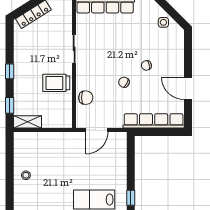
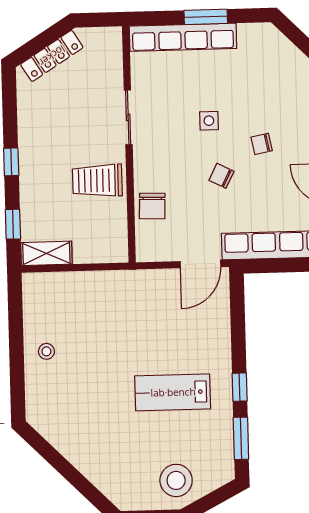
side table: (163, 22) -> (209, 121), moved
chair: (86, 98) -> (152, 206), turned 92
door: (97, 130) -> (200, 264), moved

